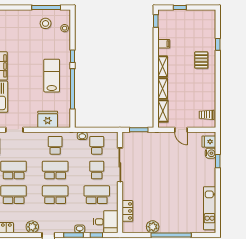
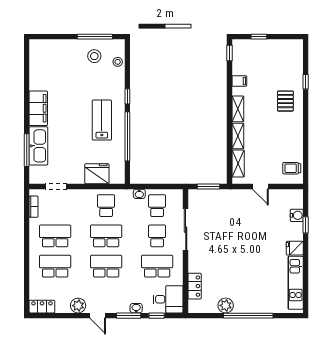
fridge: (209, 142) -> (295, 248), moved

